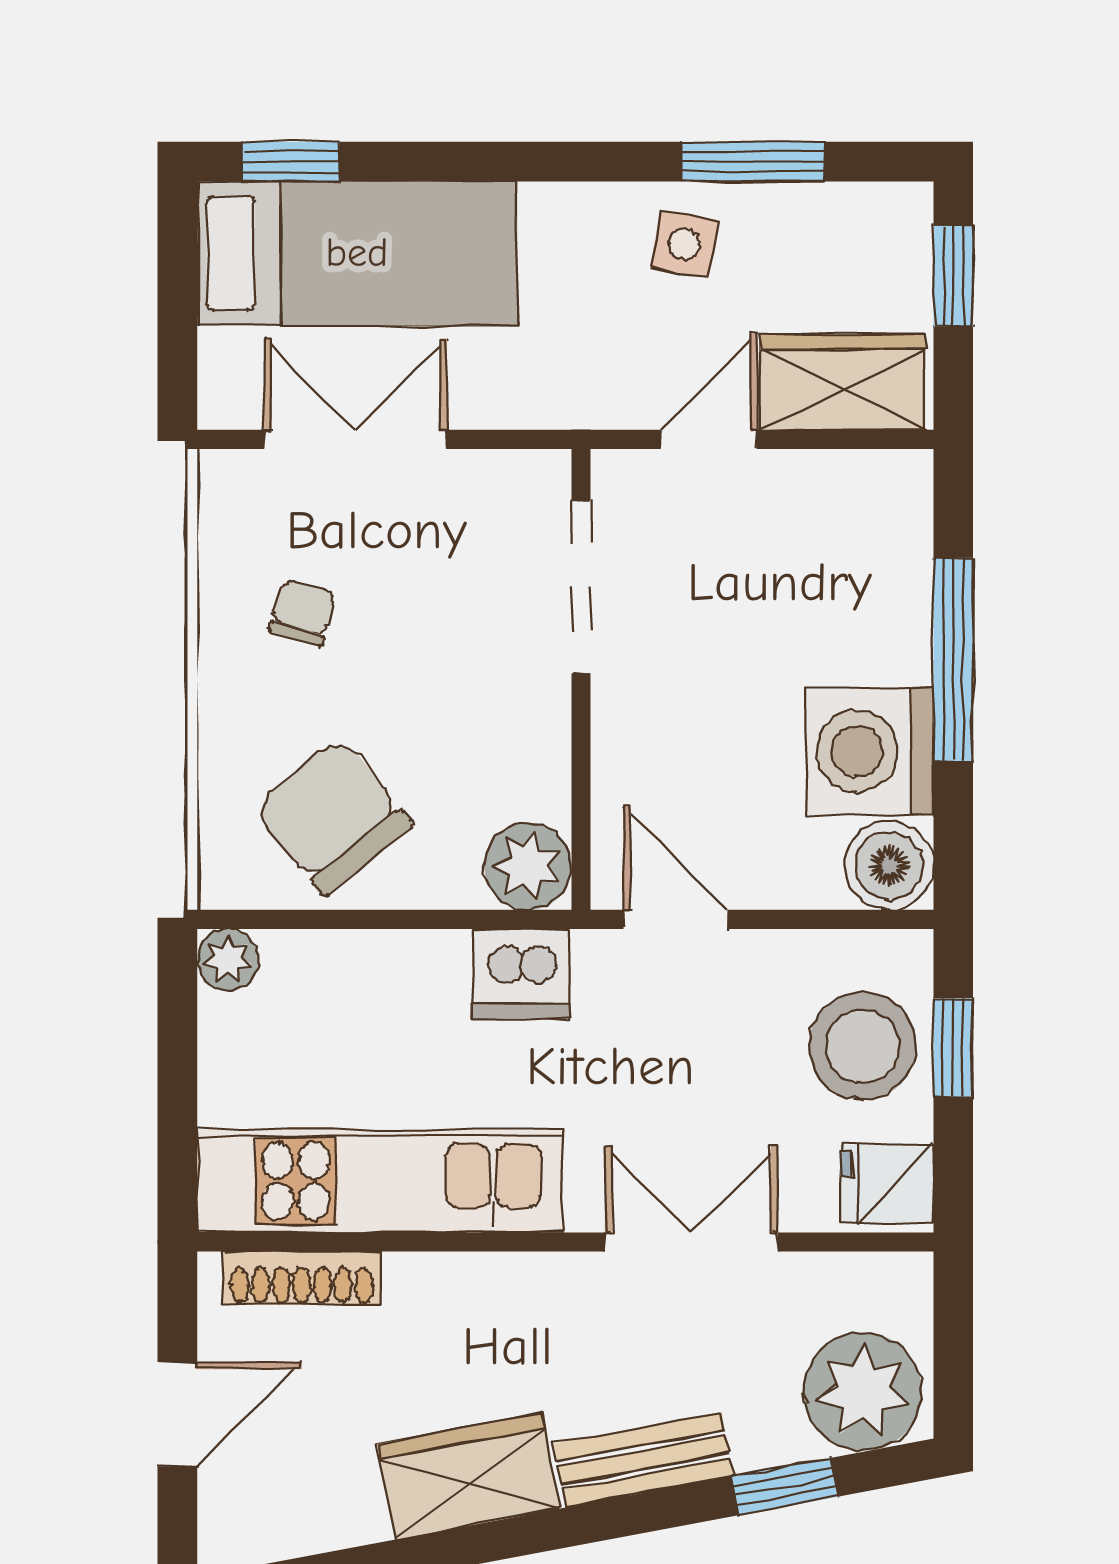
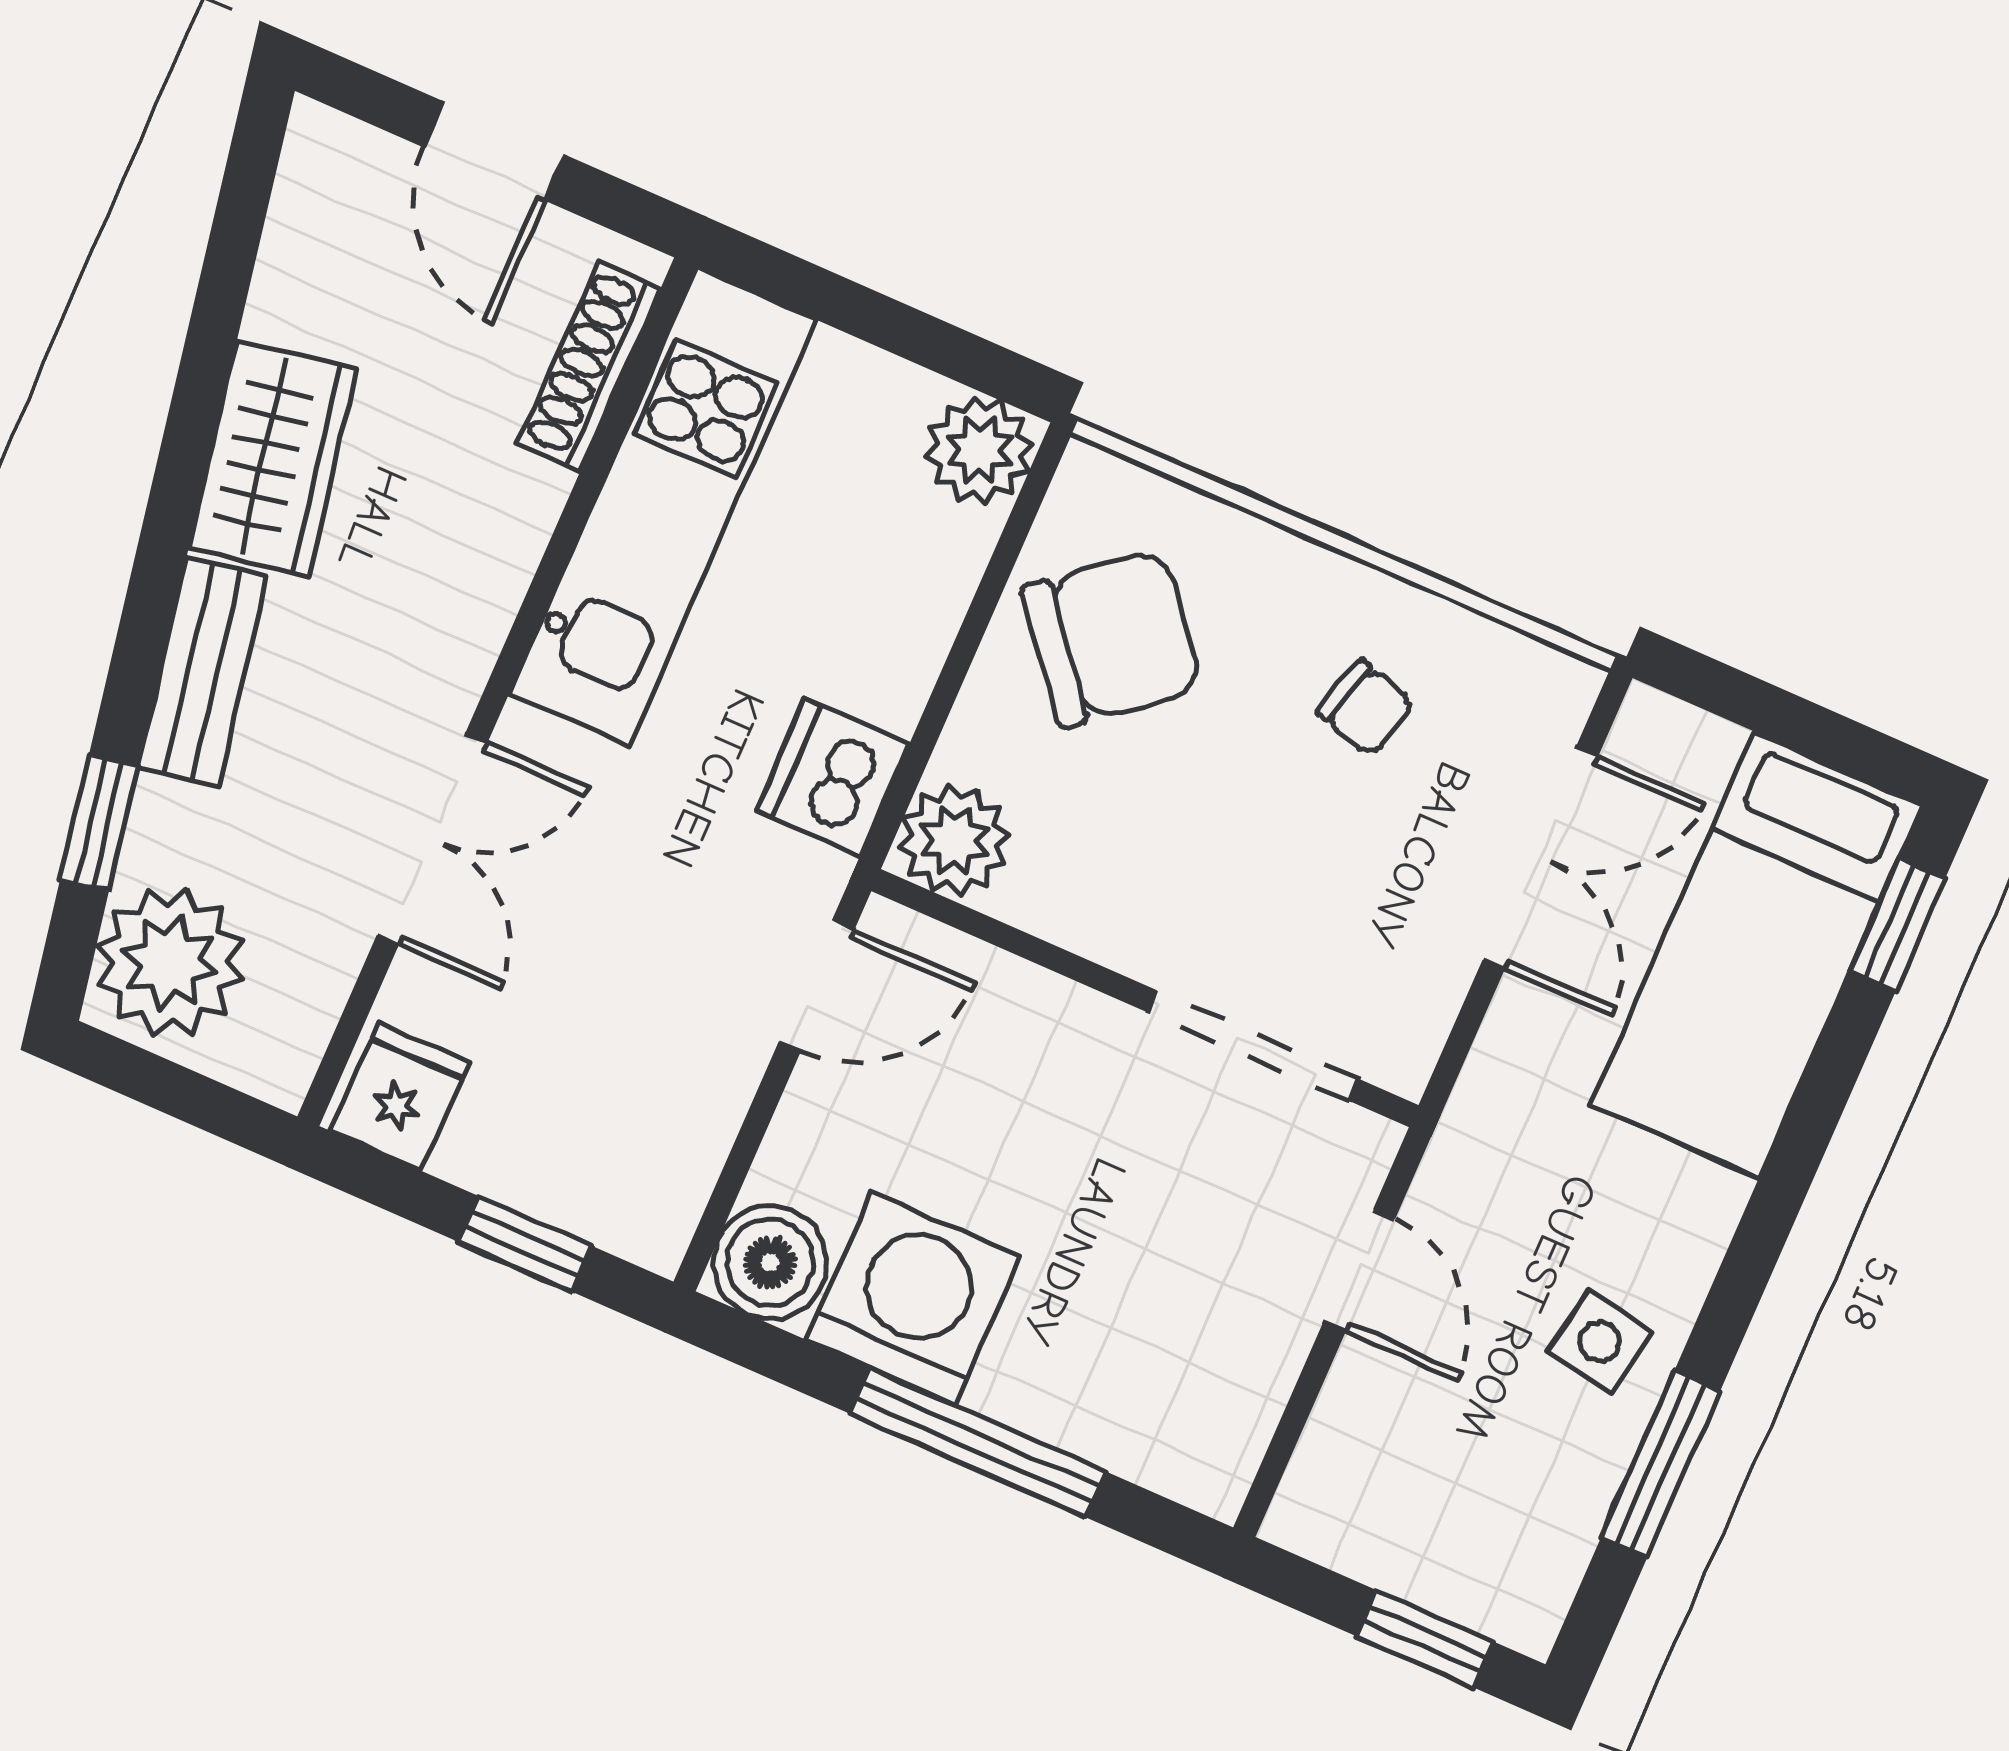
wardrobe: (843, 382) -> (1358, 1455), removed
plant: (228, 960) -> (980, 450), width x1.38, depth x1.38
stool: (862, 1046) -> (573, 1139), removed

